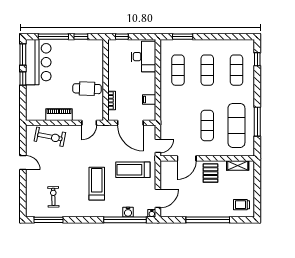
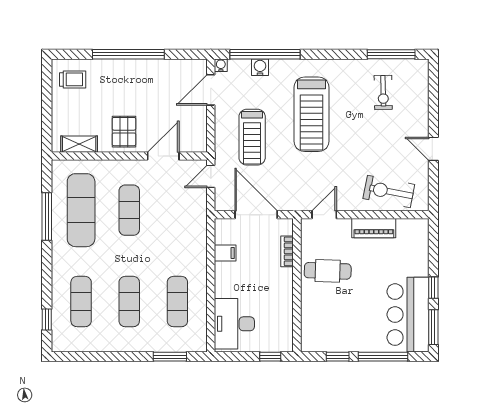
treadmill: (133, 170) -> (252, 137), turned 90
treadmill: (97, 184) -> (312, 114), width x1.37, depth x1.38

